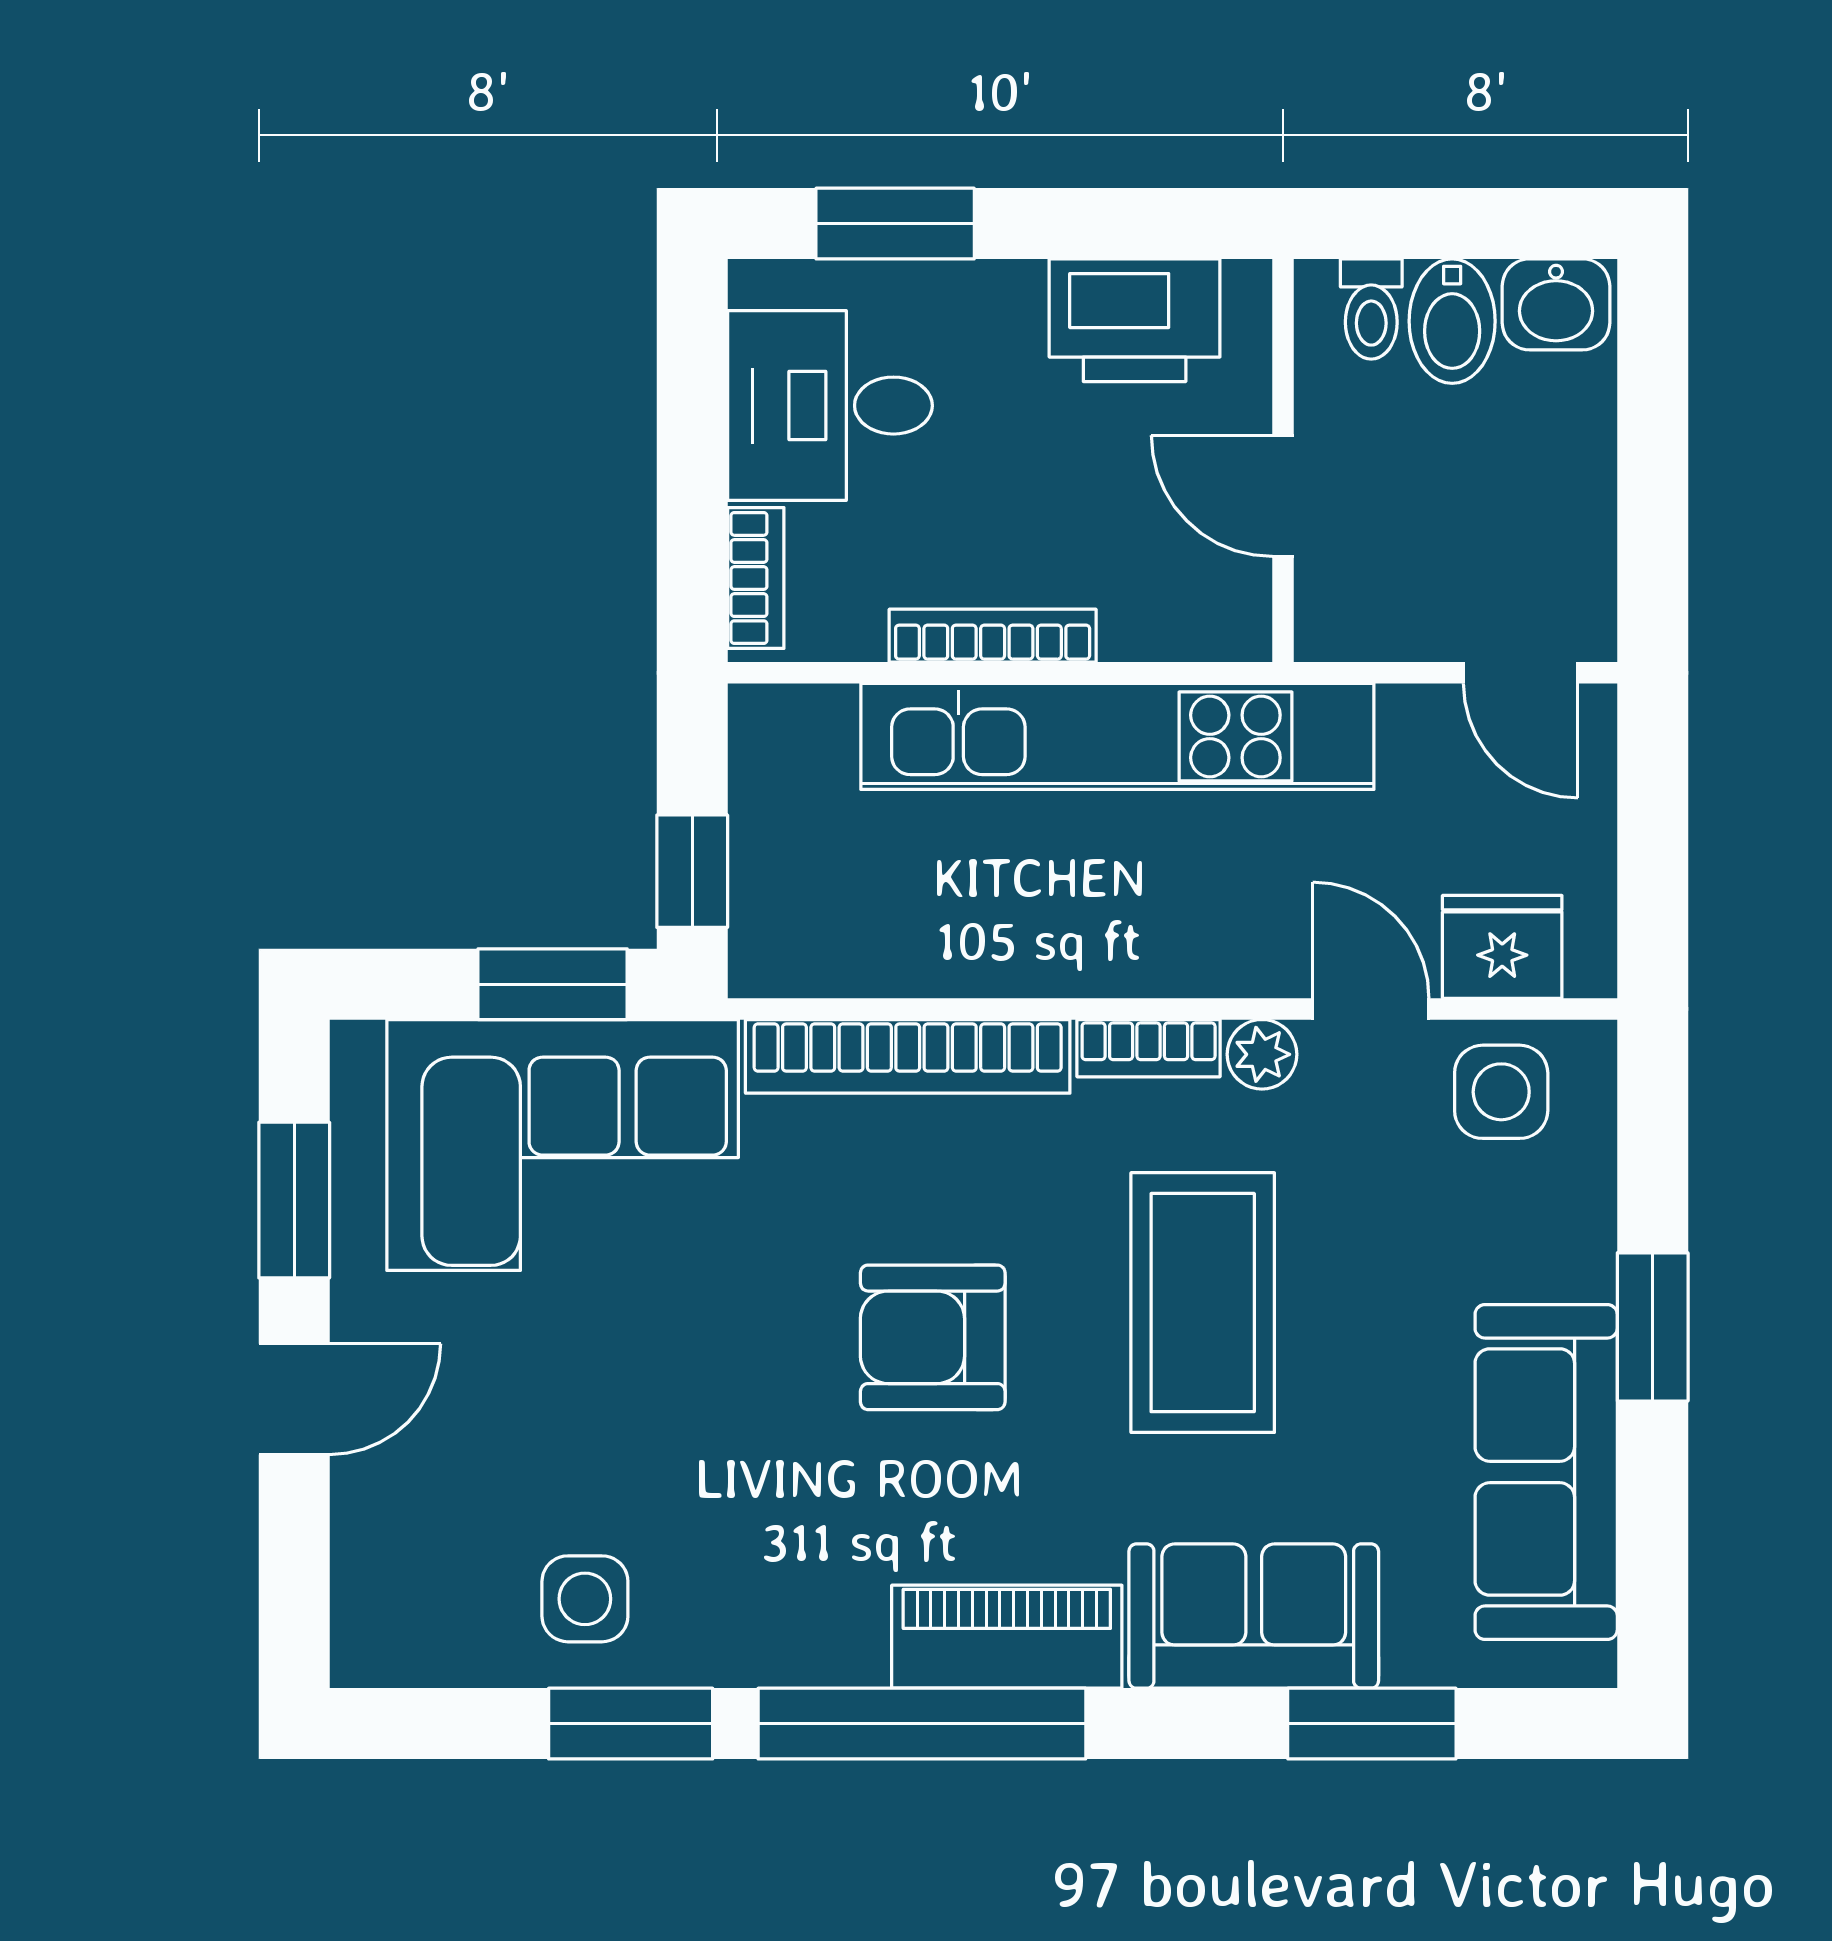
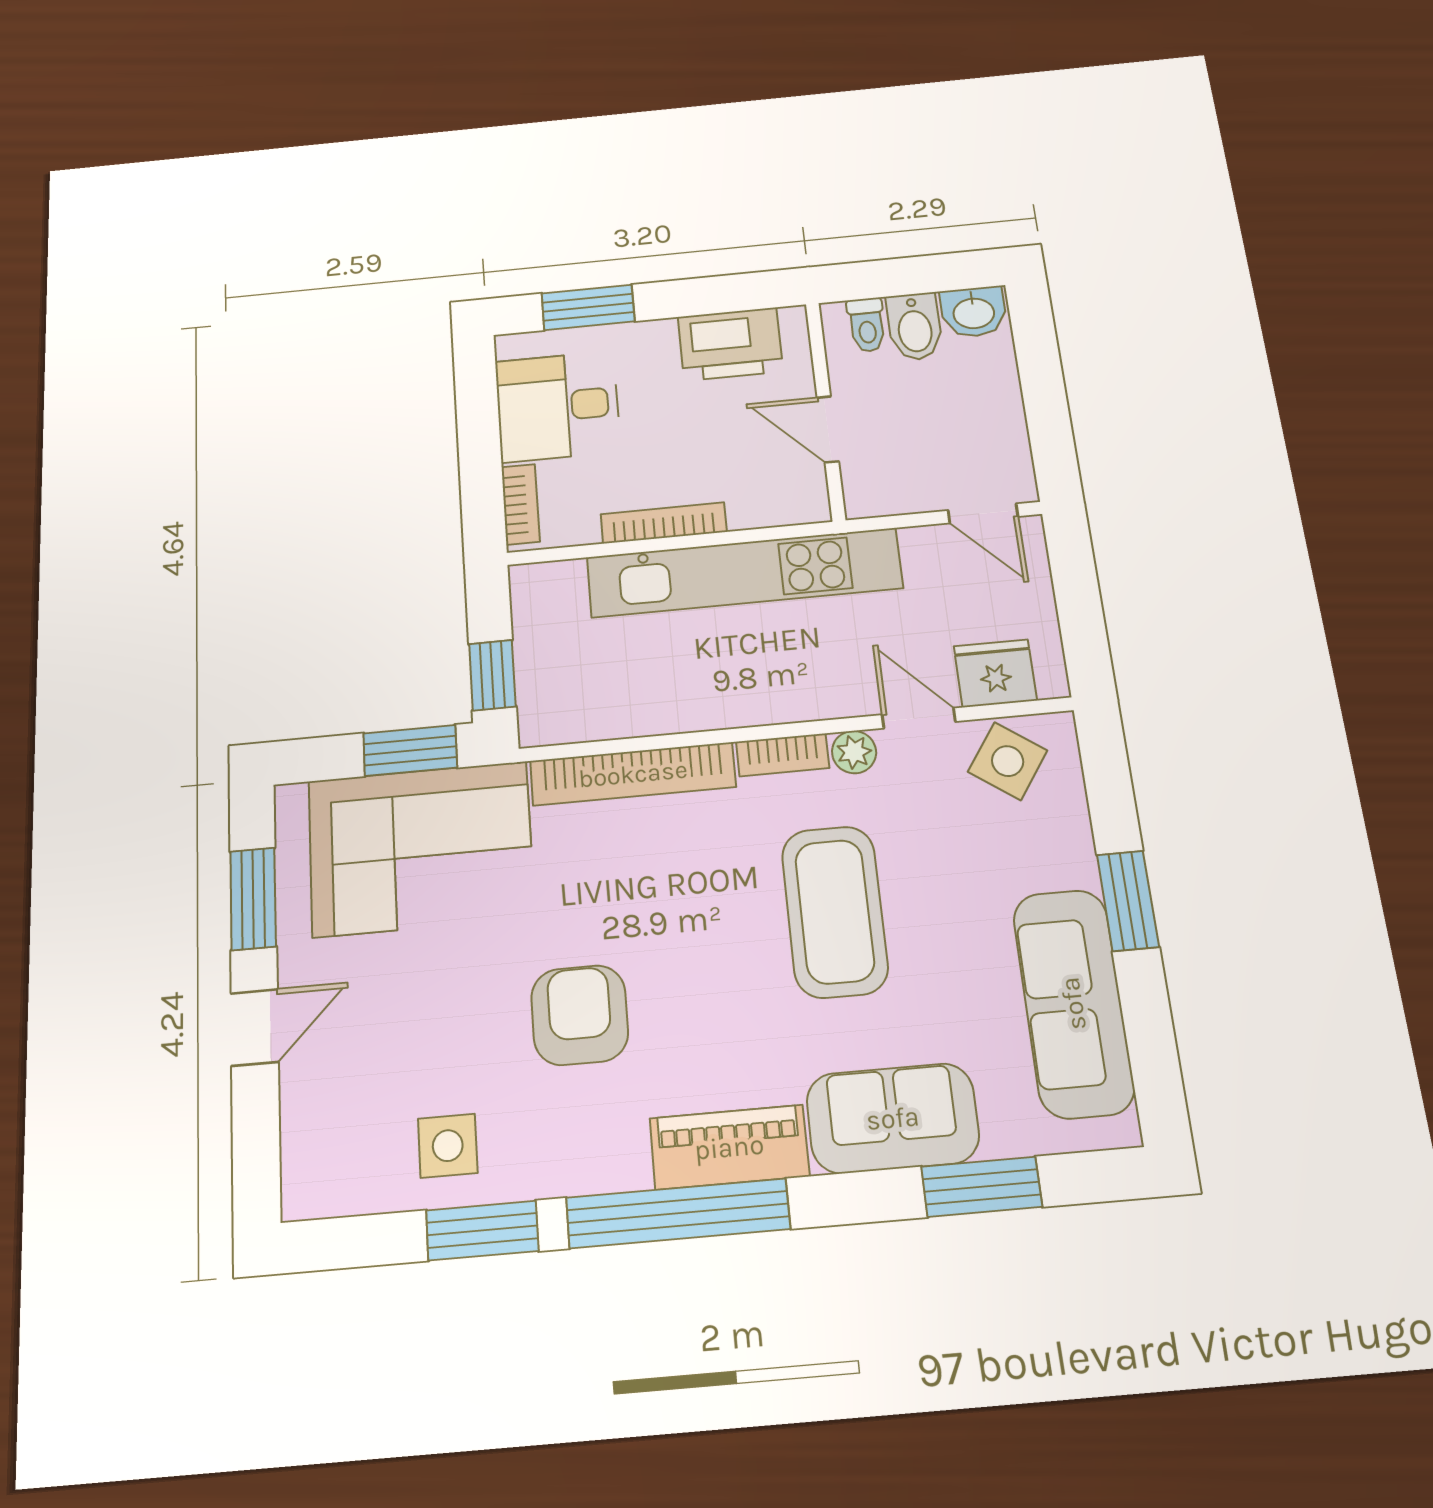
side table: (1501, 1092) -> (1008, 761), turned 35
armchair: (933, 1337) -> (580, 1015), moved, turned 90

